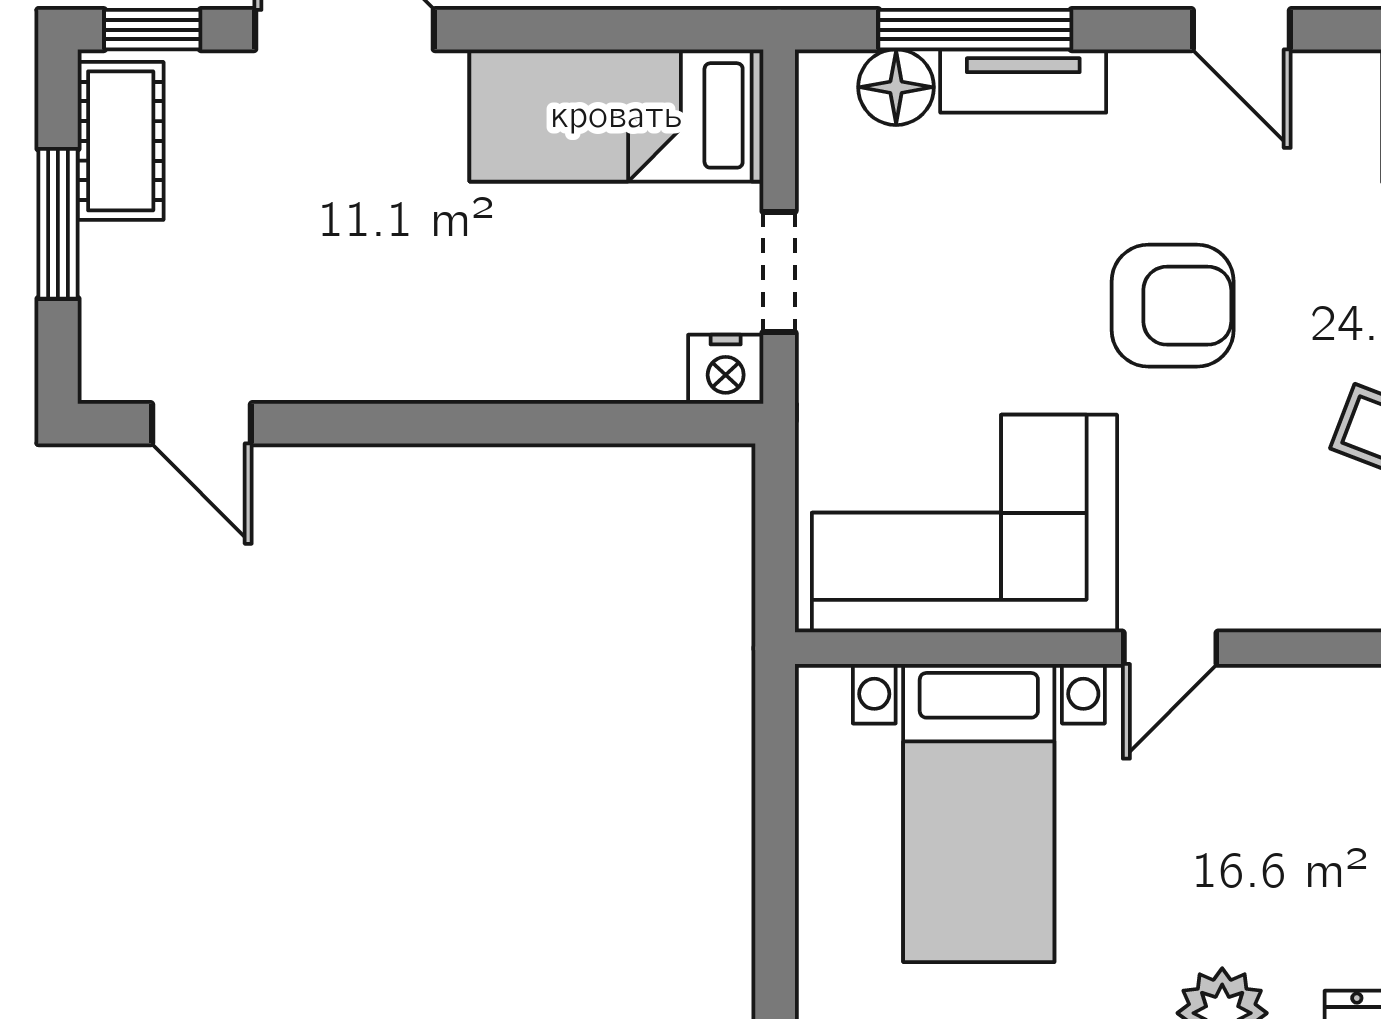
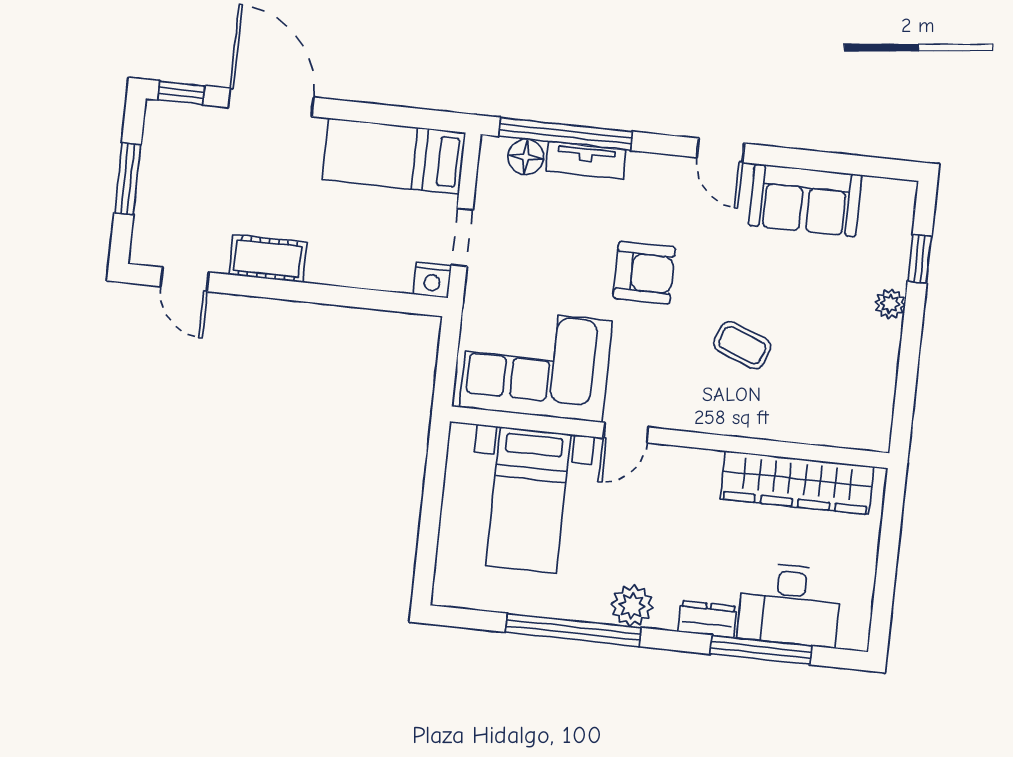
window: (975, 30) -> (566, 134), width x1.46
door: (1241, 30) -> (720, 150), moved
cot: (121, 141) -> (268, 259), moved, turned 90

